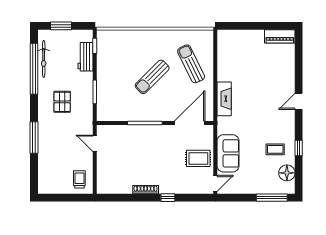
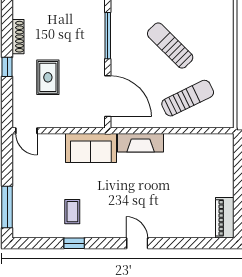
sofa: (228, 153) -> (91, 148), moved
rug: (198, 158) -> (48, 77), moved
floor lamp: (287, 173) -> (41, 227), removed

